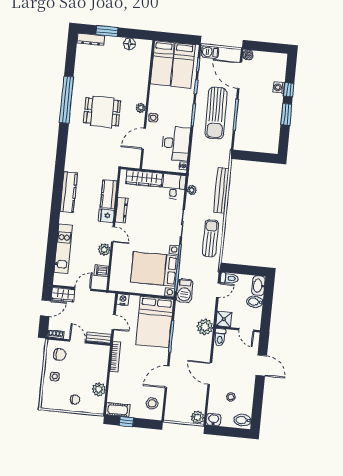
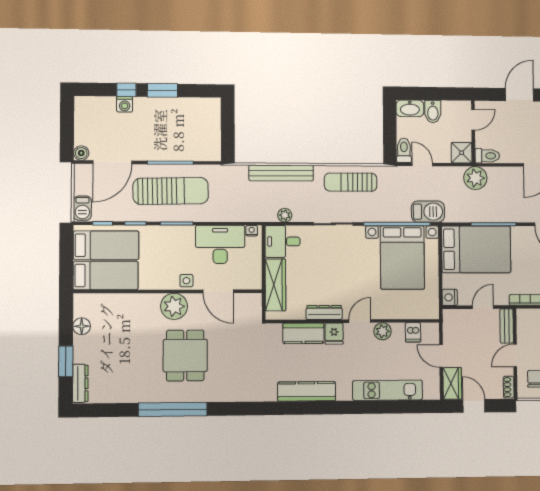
plant: (141, 108) -> (174, 306), width x1.88, depth x1.88

